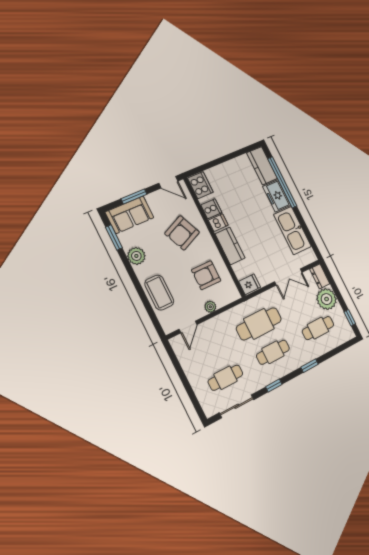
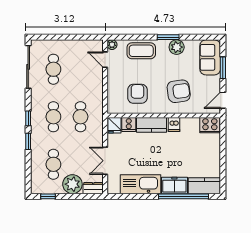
cooker: (211, 209) -> (129, 125), moved
armchair: (182, 233) -> (179, 91), turned 106
window: (114, 237) -> (168, 37), moved
plant: (210, 307) -> (112, 45), moved
cafe table: (259, 324) -> (81, 117), width x0.73, depth x0.74
window: (274, 386) -> (28, 118), moved
sliding door: (237, 406) -> (28, 67), width x1.37

